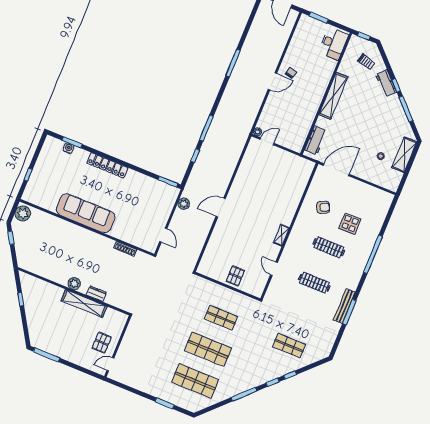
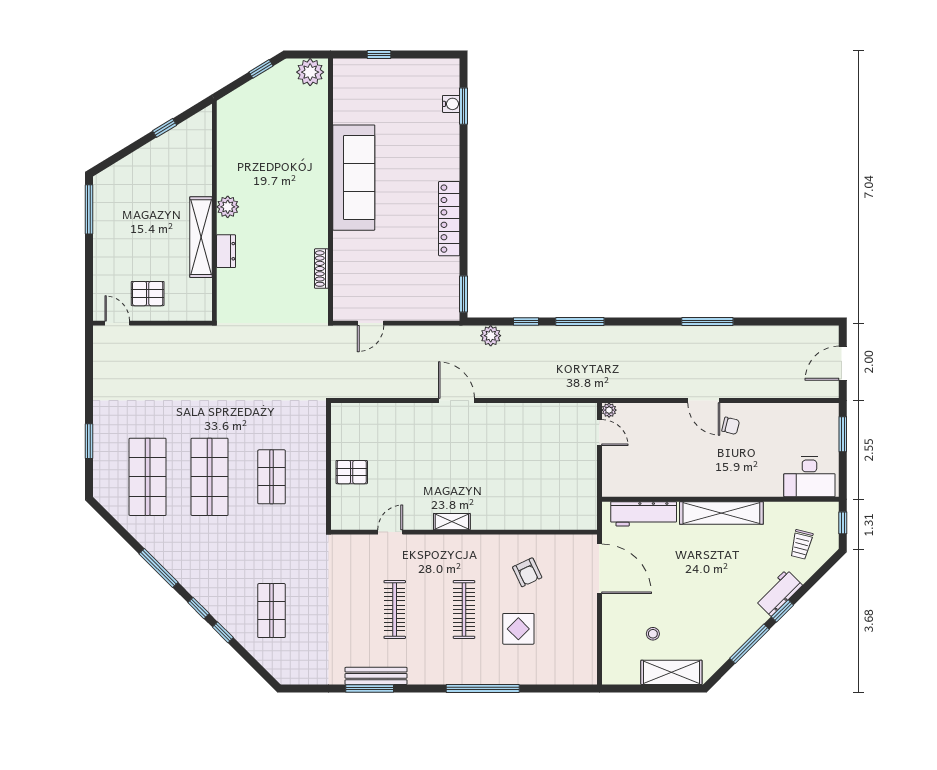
workbench: (316, 140) -> (644, 514), width x1.37
locker: (107, 165) -> (449, 219), moved
plant: (184, 204) -> (491, 336), moved

